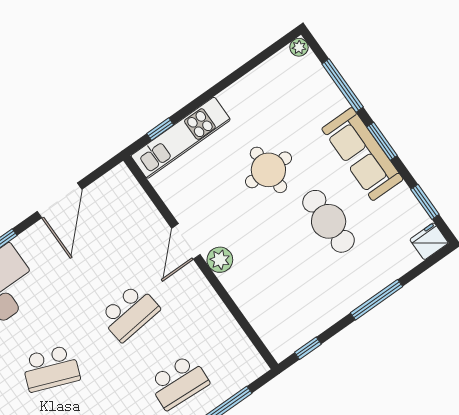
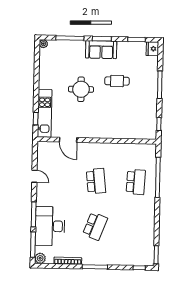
sofa: (362, 154) -> (101, 50), width x0.73
door: (60, 200) -> (34, 176), width x0.53
cafe table: (329, 221) -> (117, 81), width x0.73, depth x0.74
door: (186, 241) -> (68, 140), moved
plant: (220, 260) -> (101, 132), removed

